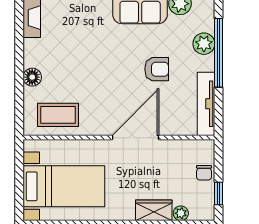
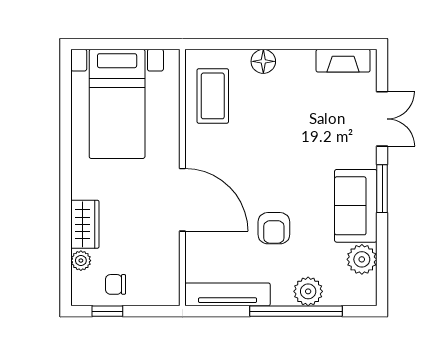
chair: (204, 173) -> (116, 284), moved

